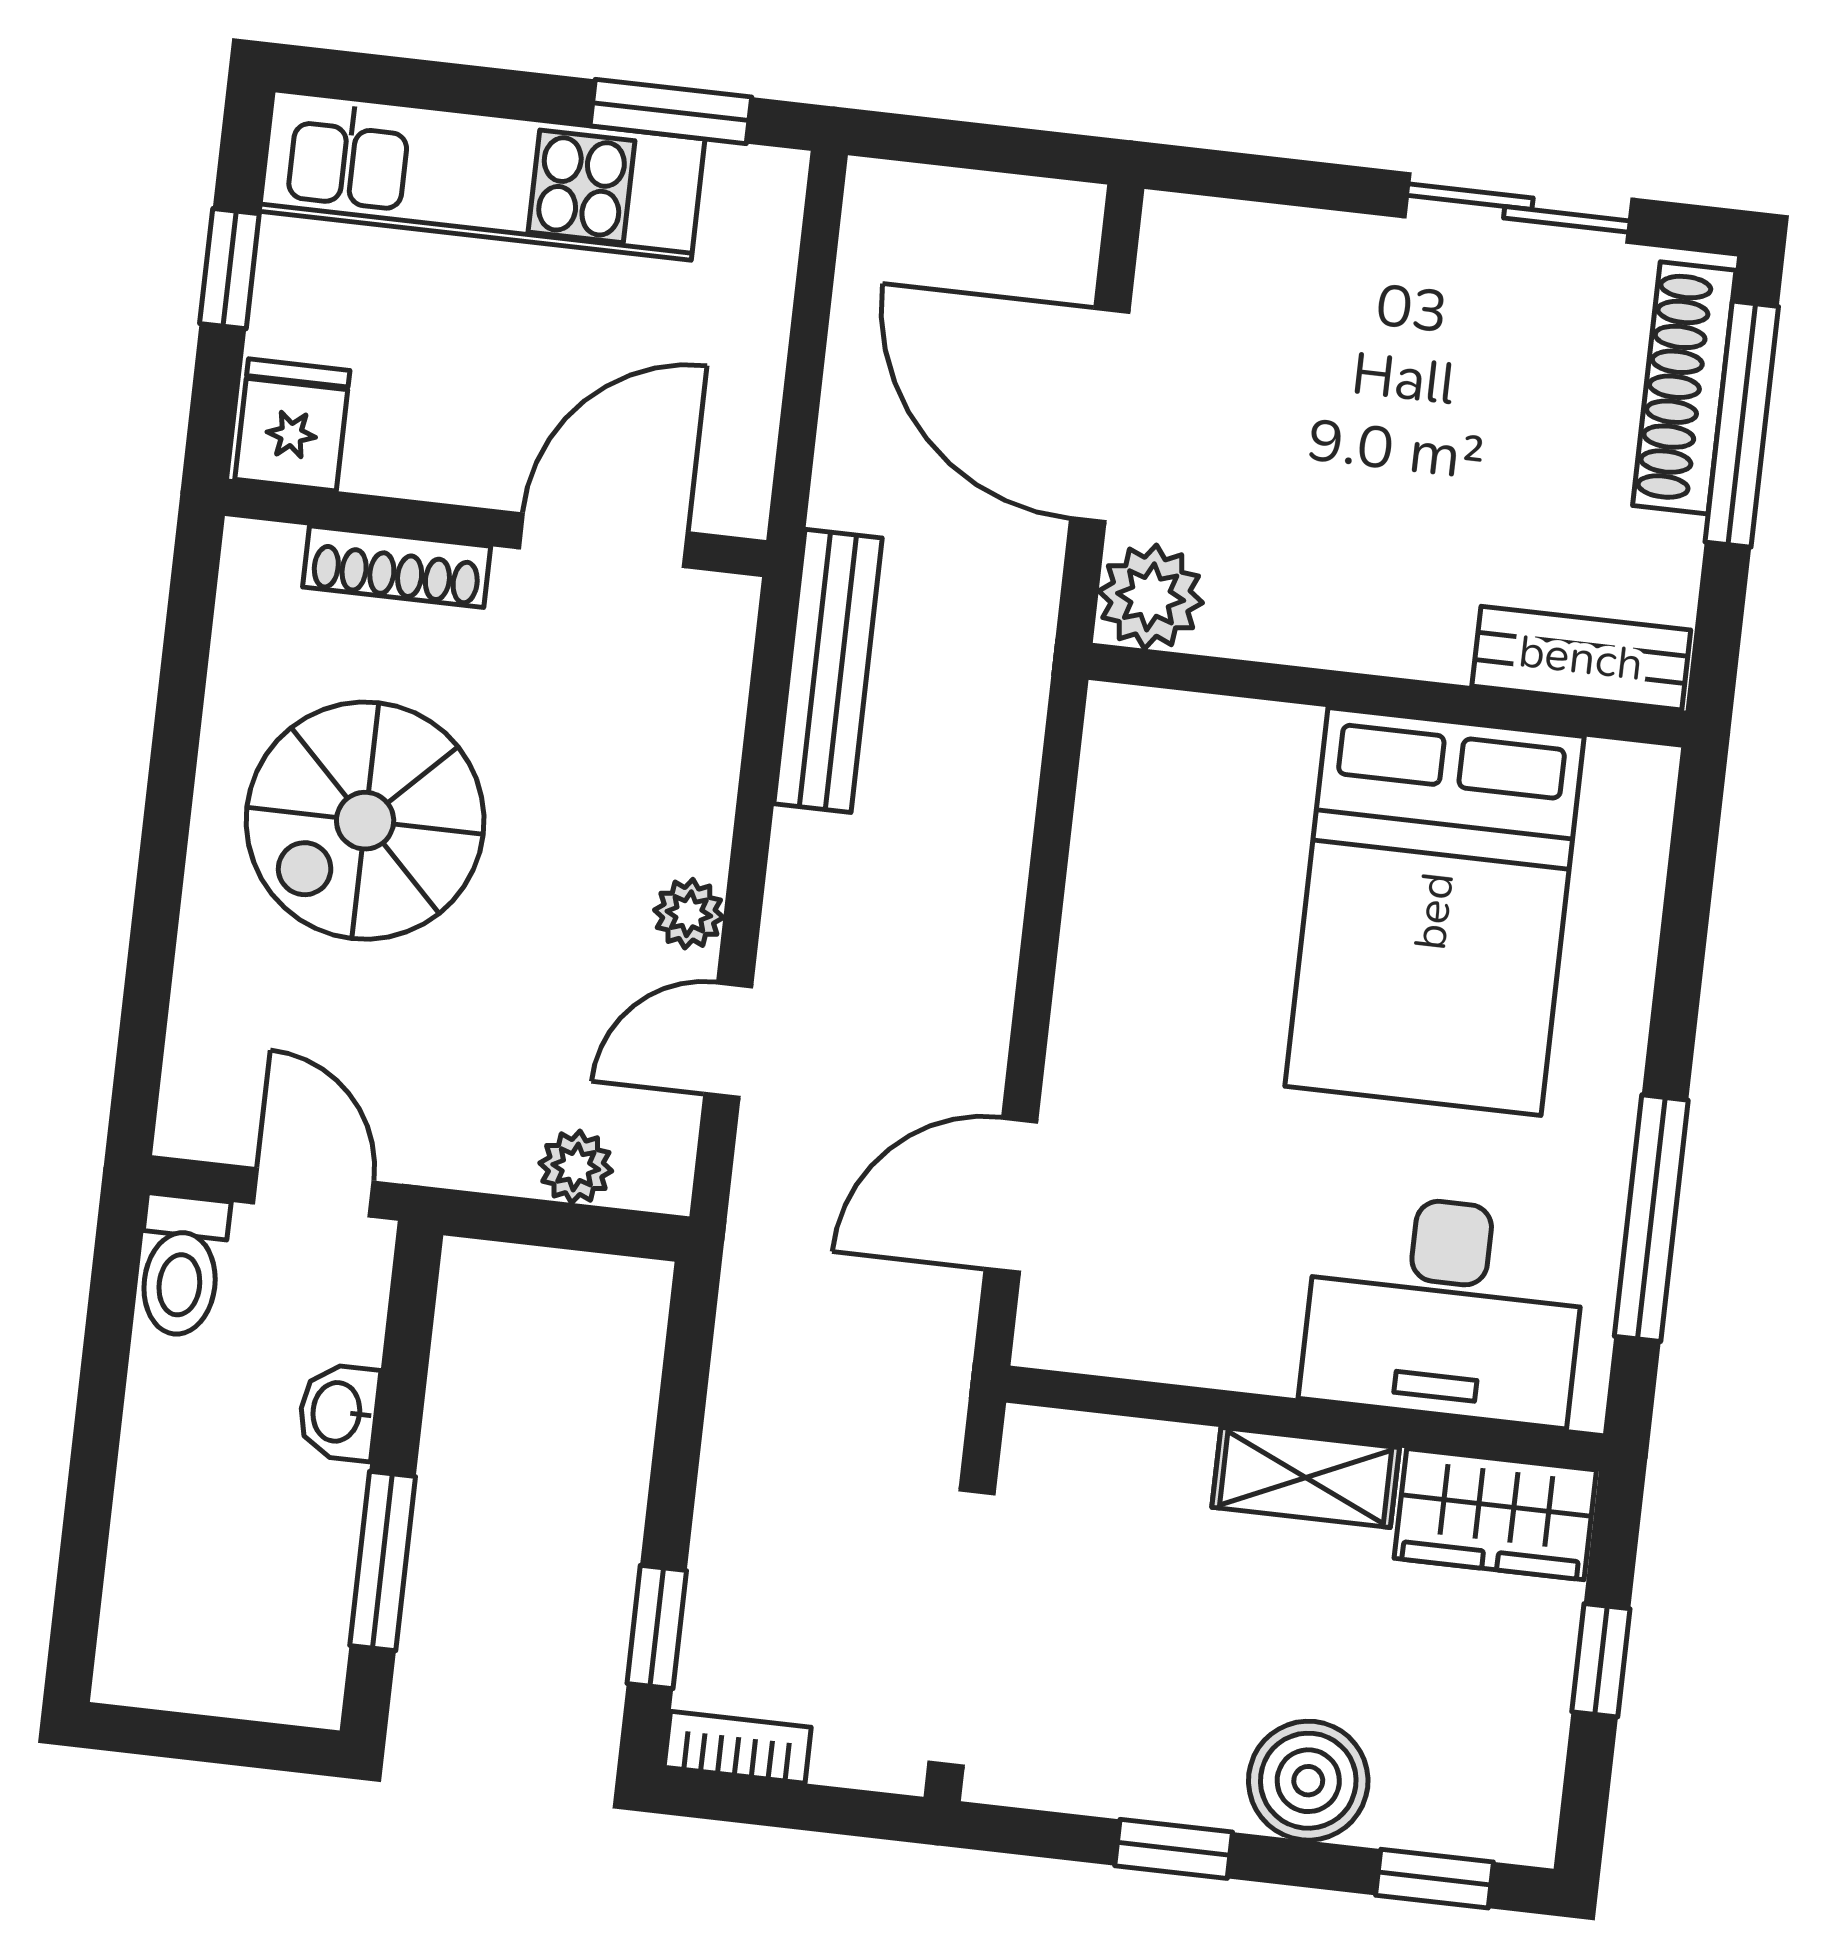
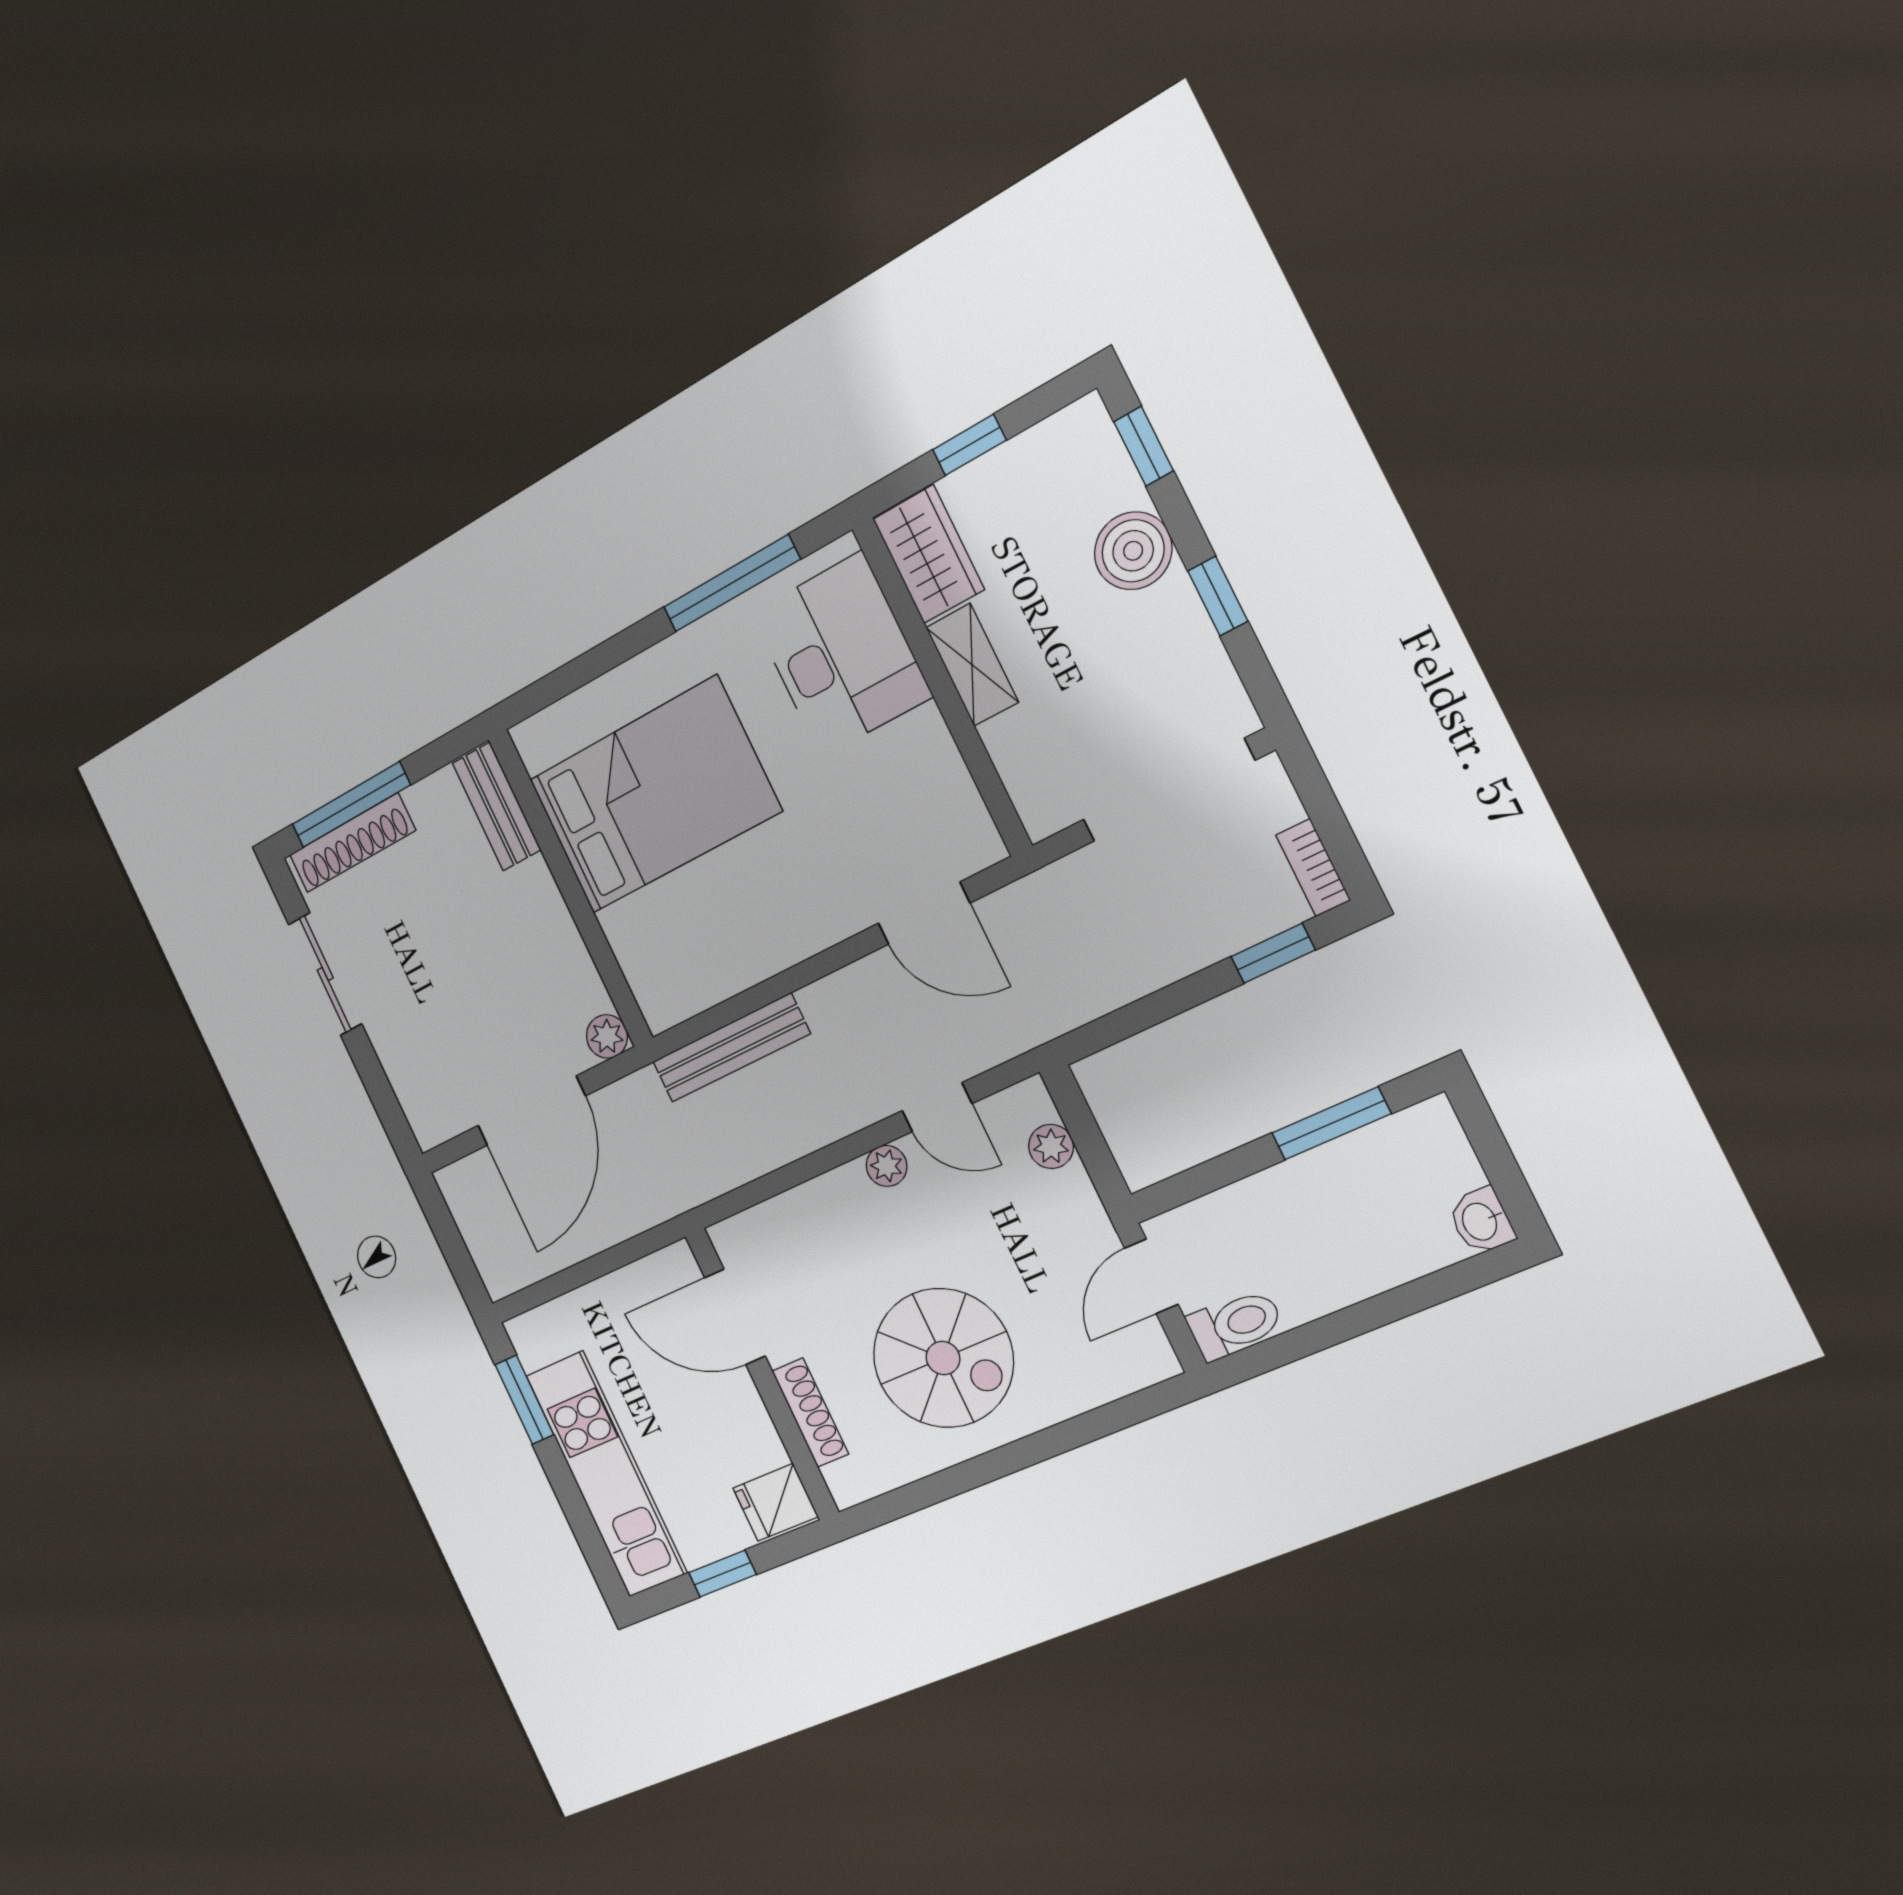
plant: (1151, 597) -> (607, 1036), width x0.73, depth x0.73
bench: (828, 671) -> (731, 1048), moved
washbasin: (338, 1412) -> (1481, 1221), moved, turned 90

